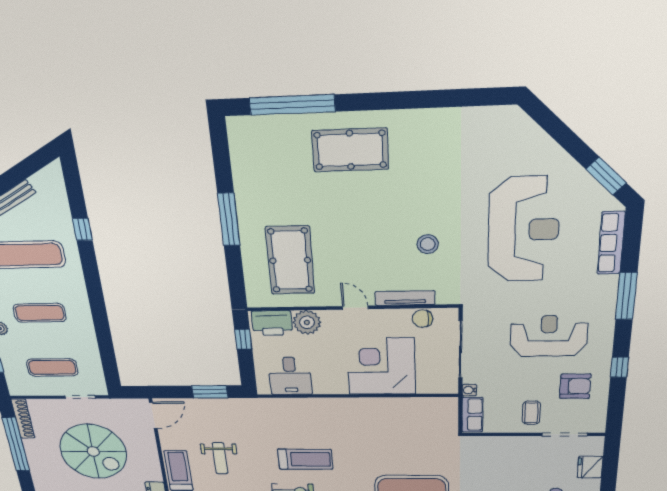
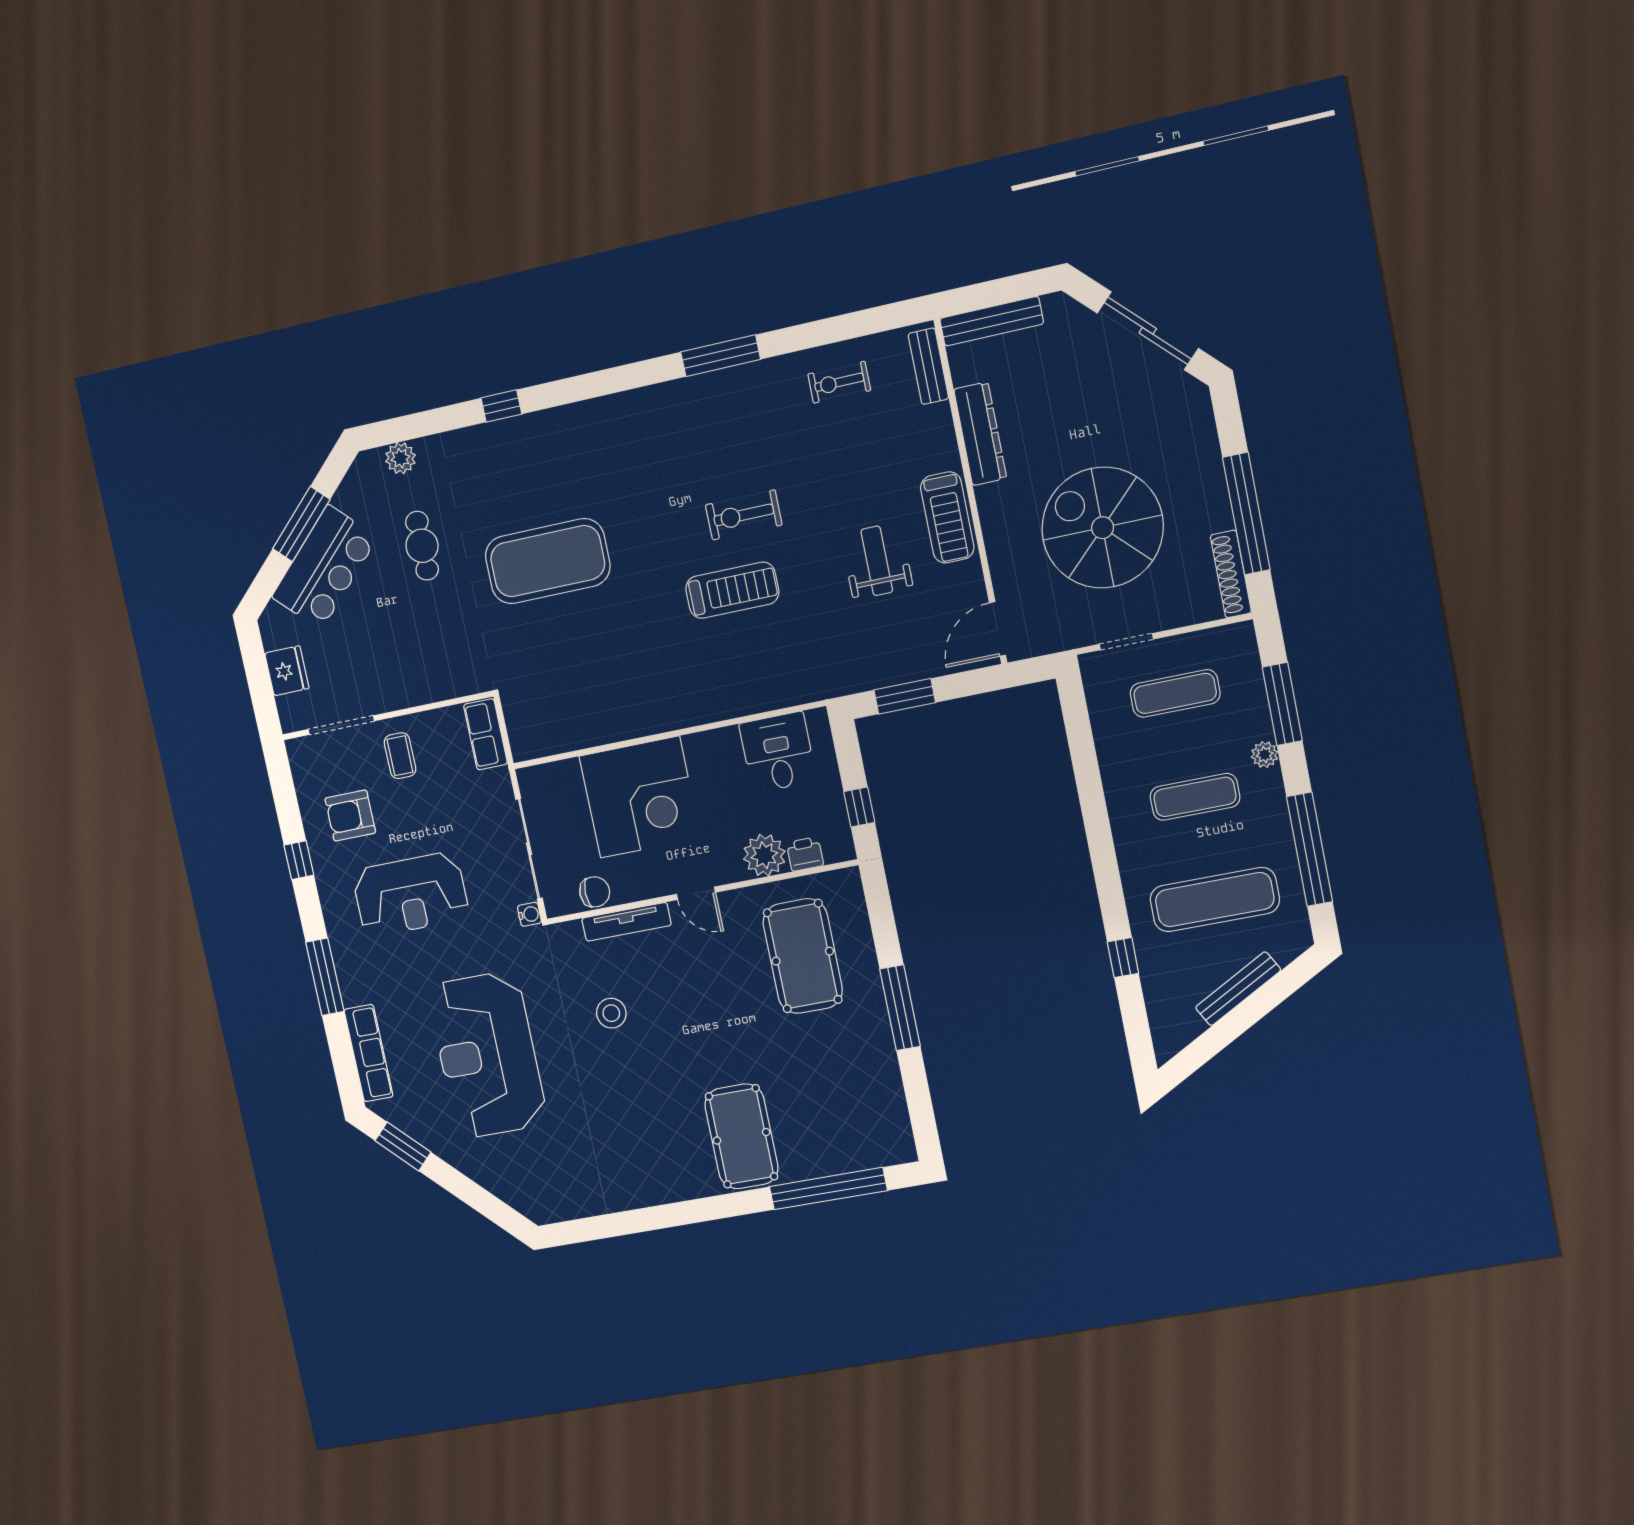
pool table: (350, 150) -> (741, 1136), turned 90
printer: (272, 323) -> (805, 854), width x0.53, depth x0.68
water cooler: (469, 390) -> (529, 914), moved
treadmill: (305, 459) -> (732, 590), turned 180

